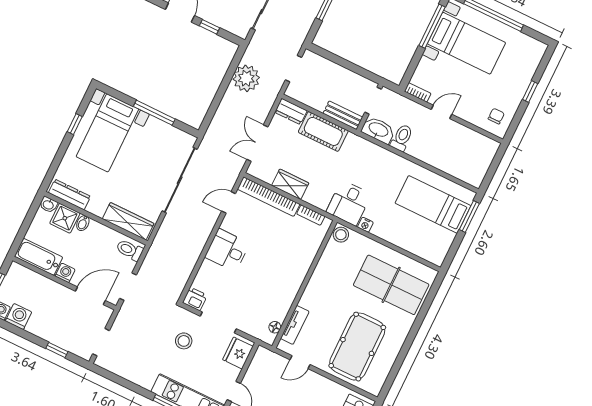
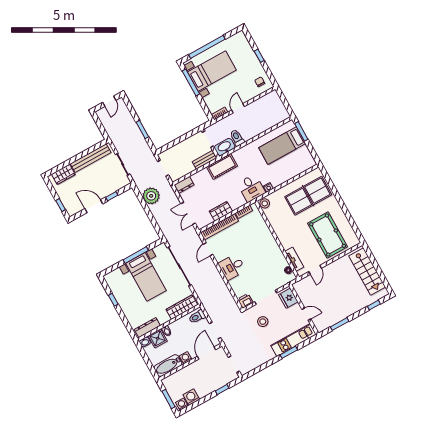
cot: (323, 131) -> (222, 167), moved
bed with nightstands: (107, 133) -> (146, 277), moved

